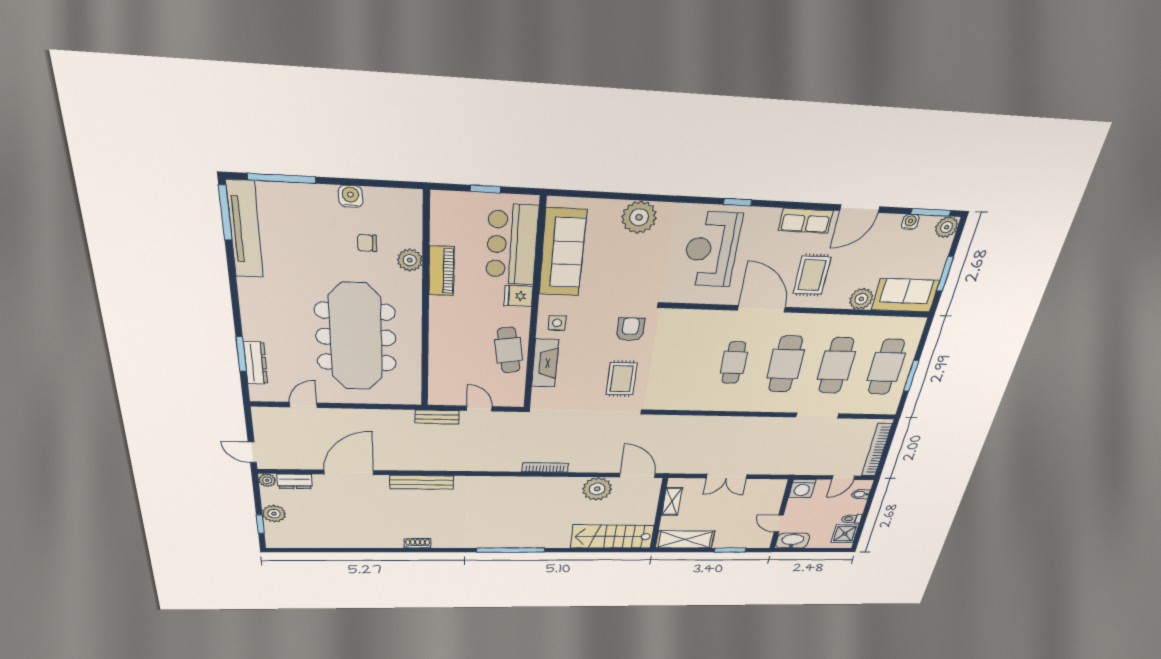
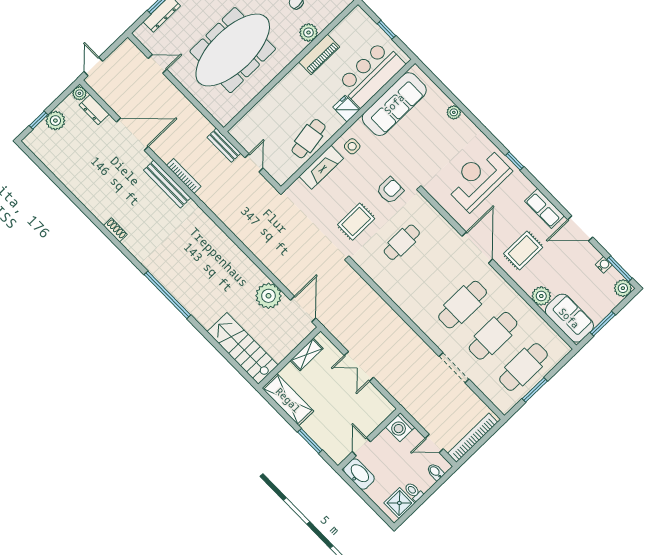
plant: (639, 217) -> (454, 112), width x0.53, depth x0.53
cafe table: (734, 363) -> (402, 242), moved
bookcase: (545, 467) -> (184, 176), moved

